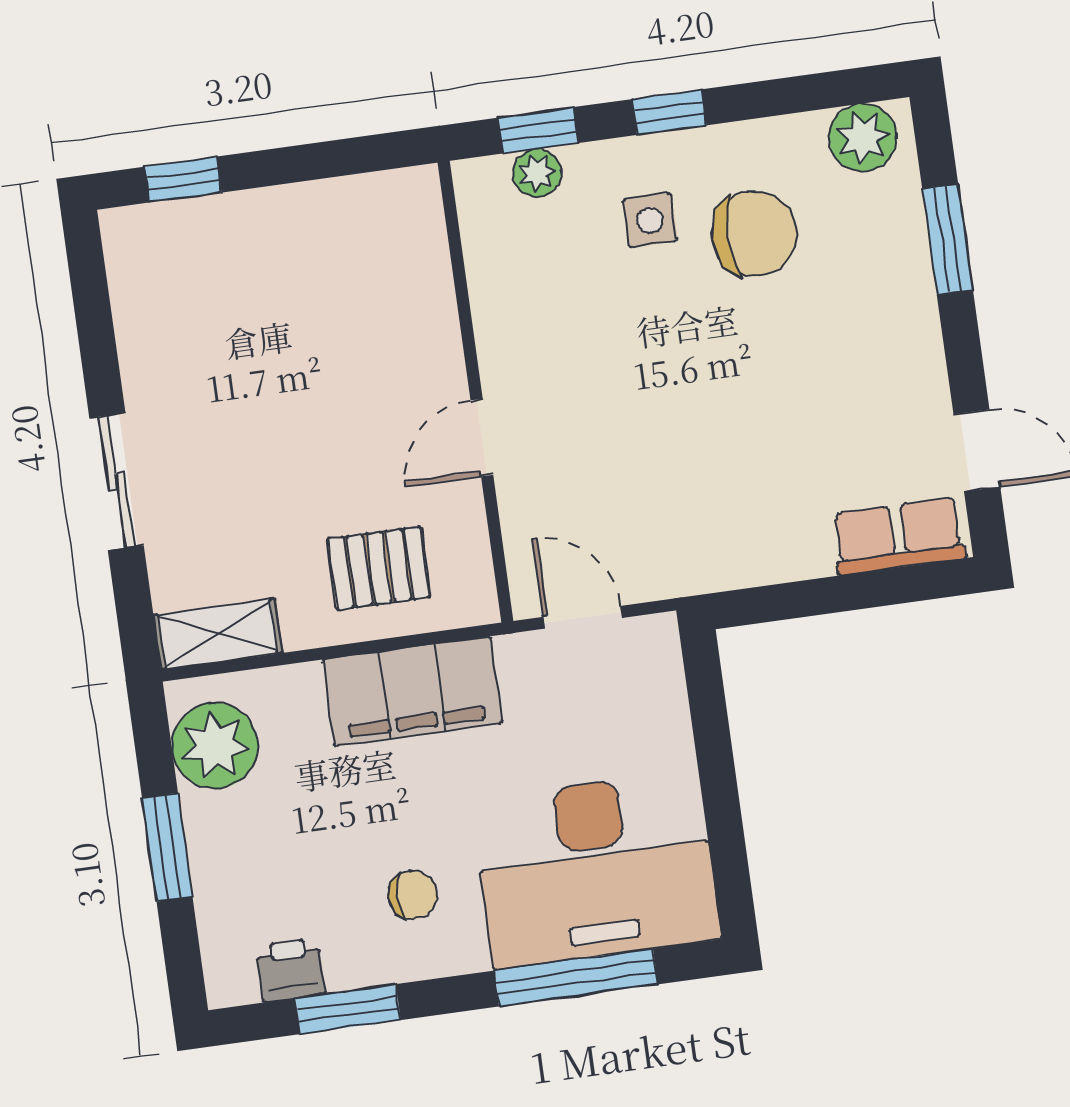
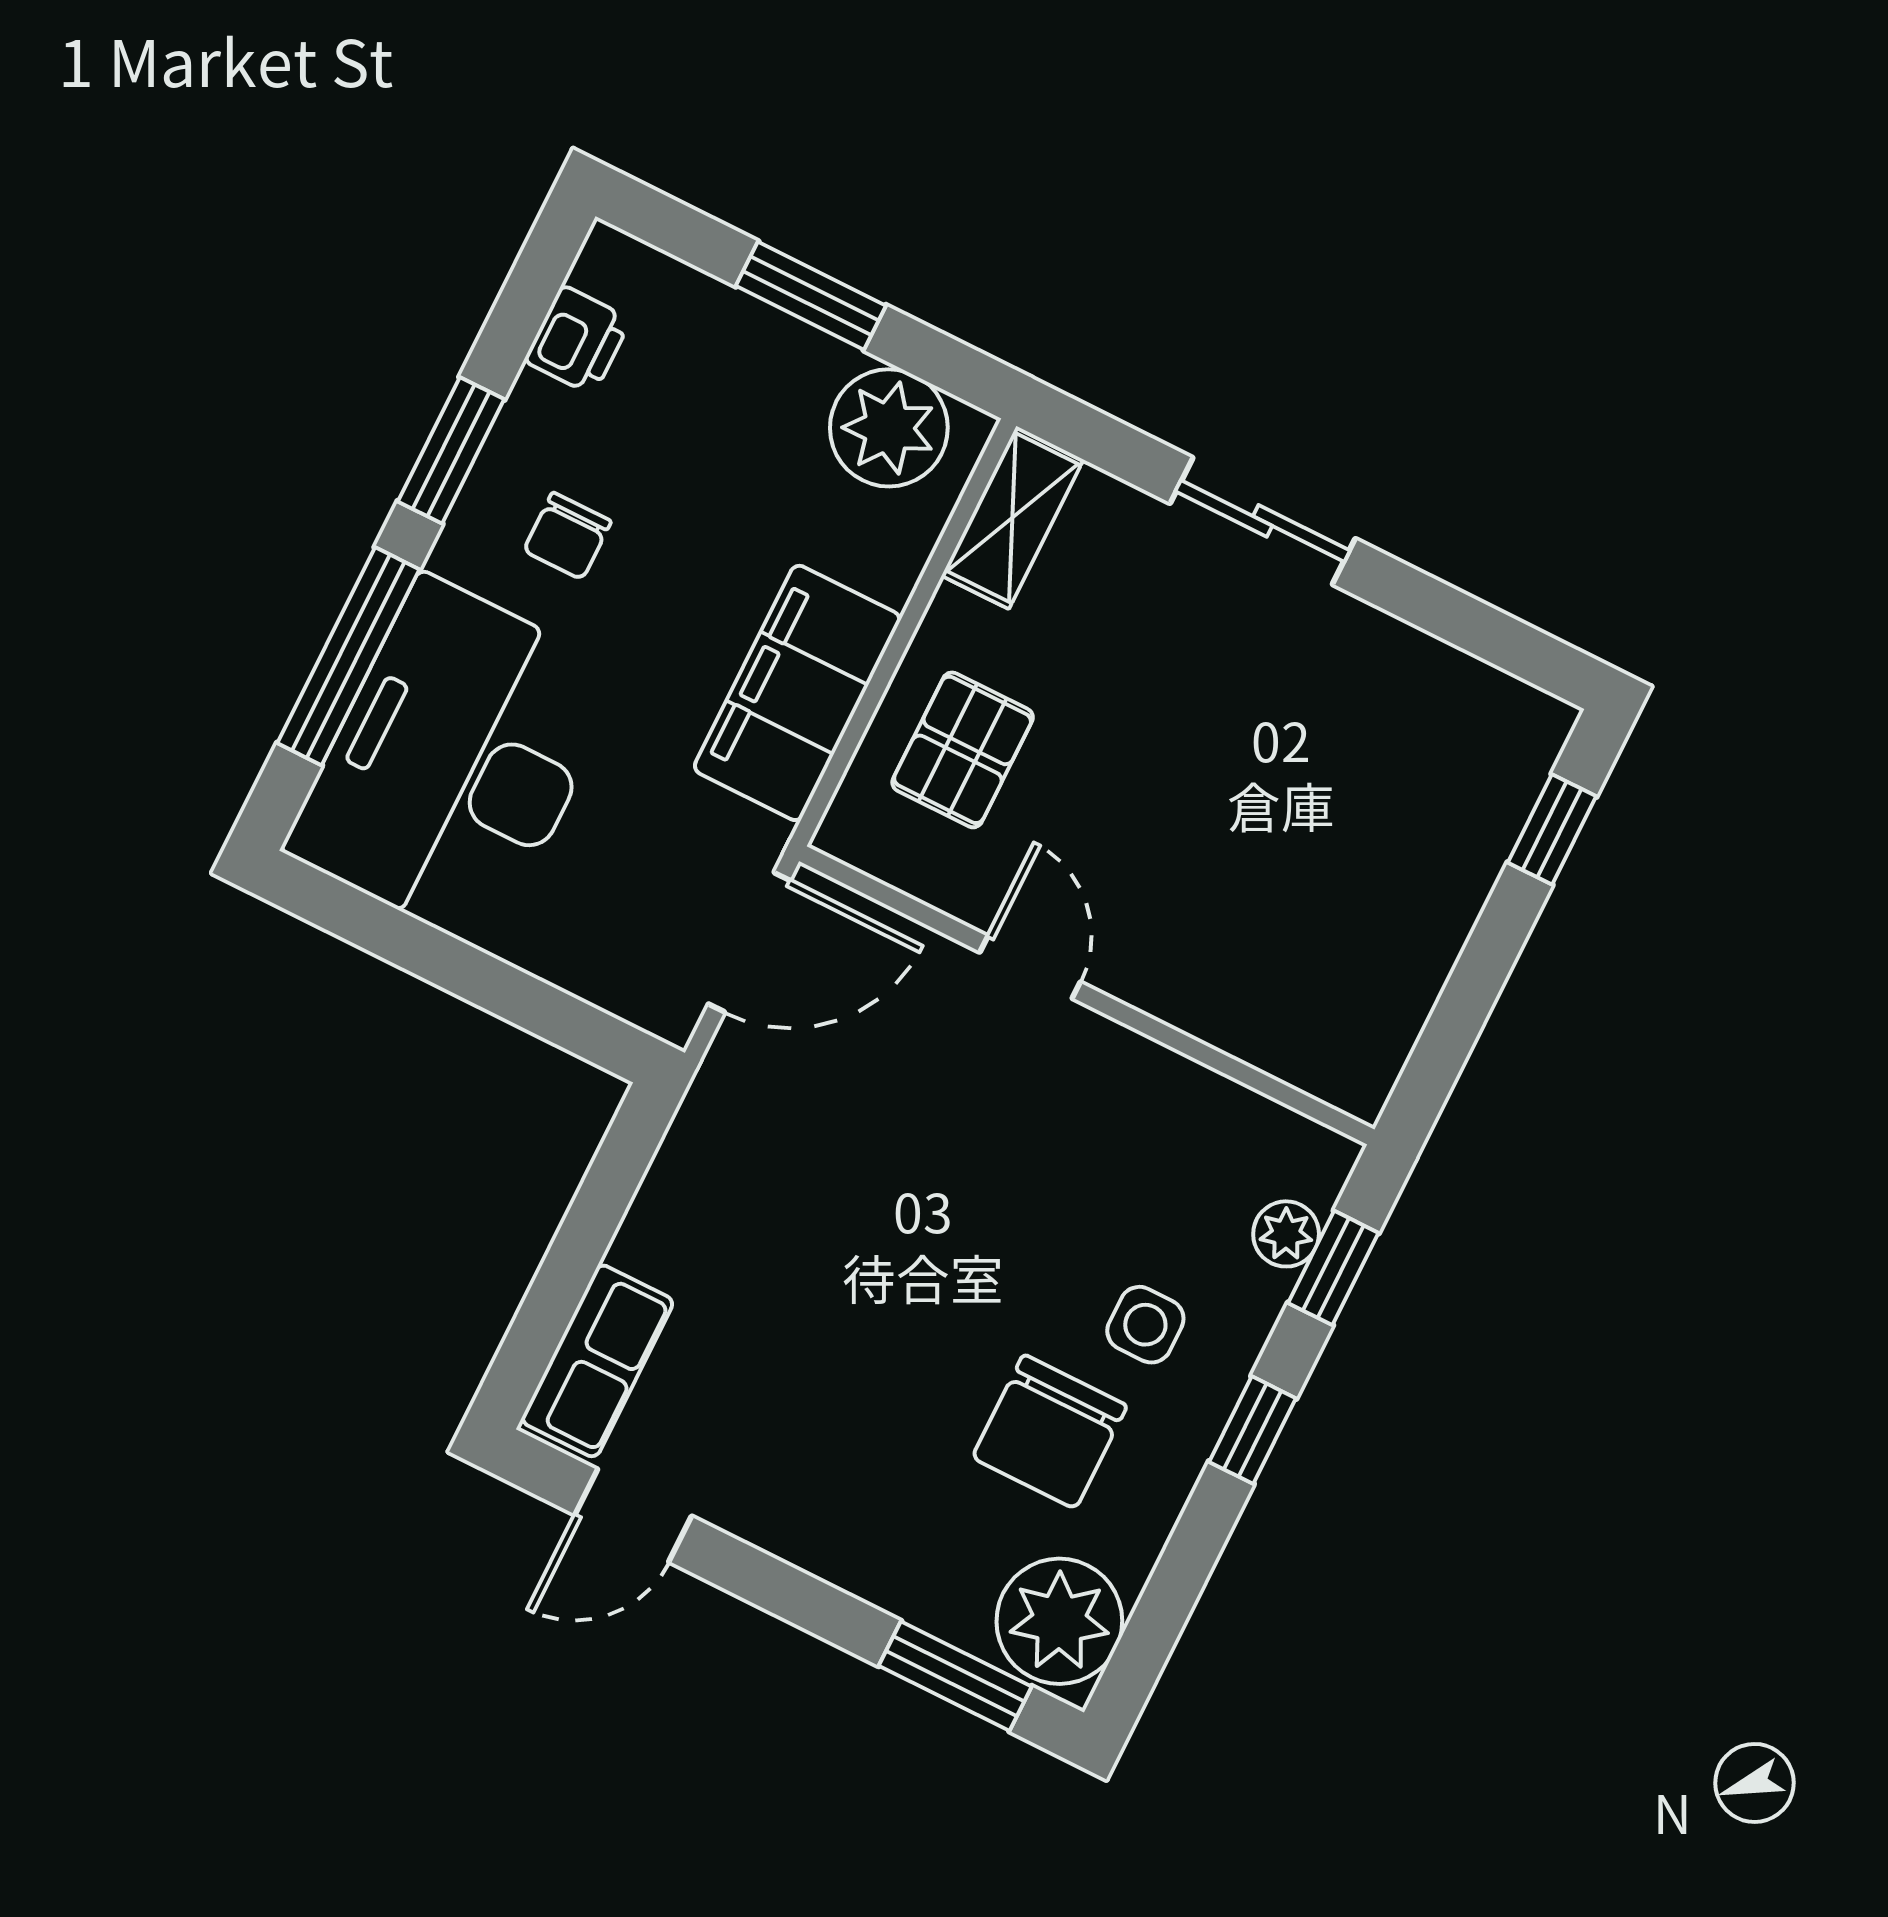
plant: (863, 138) -> (1059, 1621), width x1.36, depth x1.36
window: (948, 240) -> (955, 1676), moved
door: (583, 617) -> (749, 942), width x1.37
window: (348, 1009) -> (451, 450), moved

